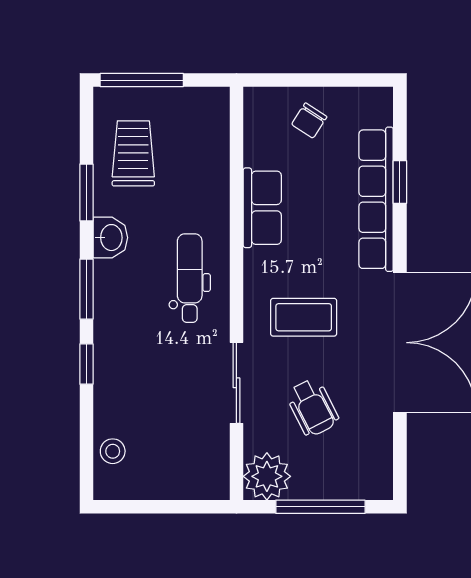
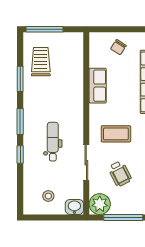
washbasin: (110, 238) -> (74, 207), moved, turned -90
dental chair: (190, 278) -> (53, 142), moved
stool: (113, 451) -> (48, 196), moved

